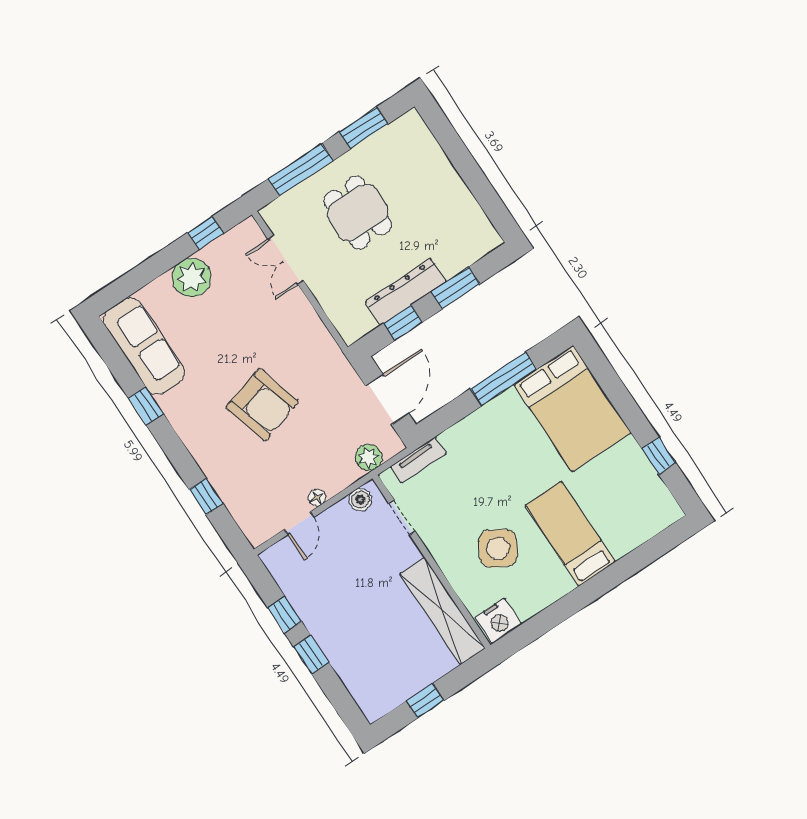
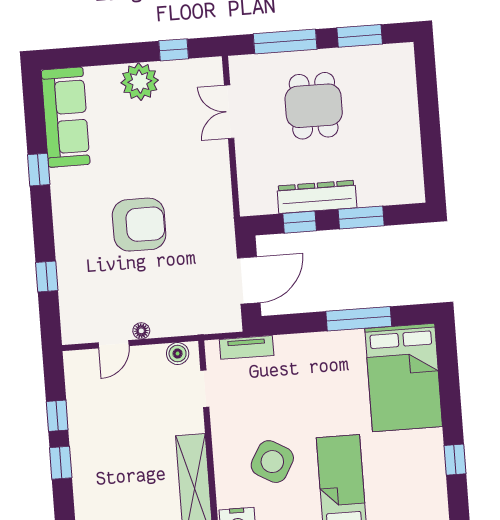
armchair: (262, 405) -> (139, 225), turned -74
plant: (369, 458) -> (205, 321), removed

